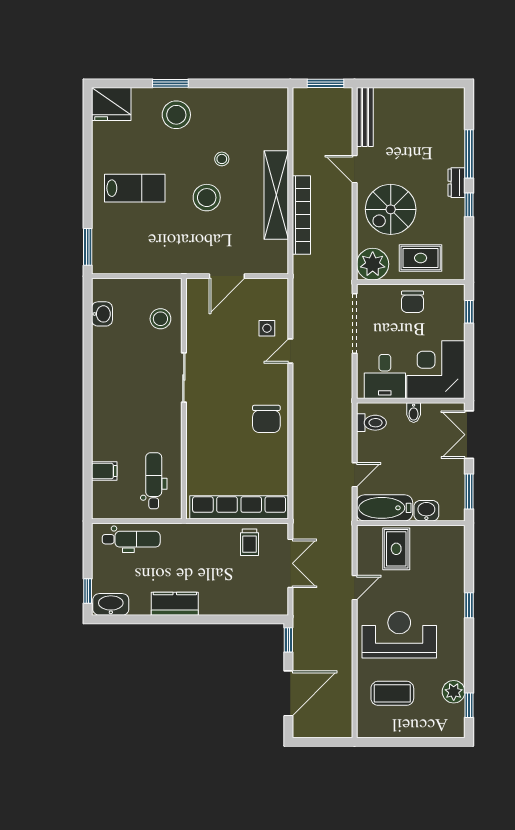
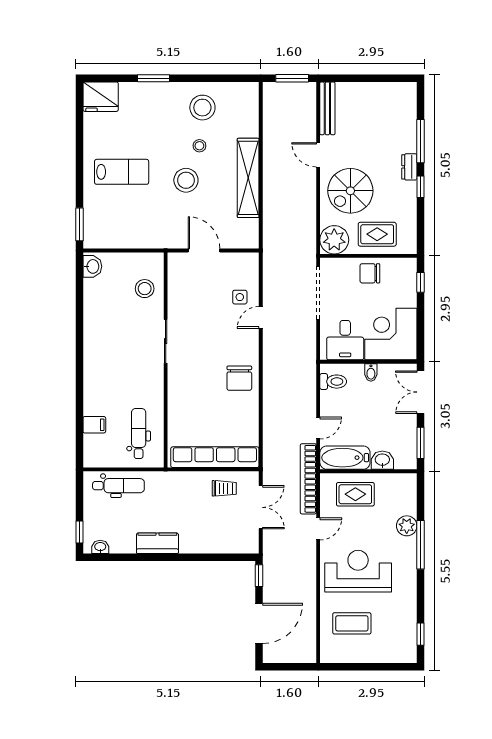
stool: (176, 115) -> (202, 108), moved
bookcase: (301, 215) -> (308, 479), moved, turned 180
door: (227, 276) -> (204, 251), swing flipped
chair: (412, 302) -> (370, 273), turned 90
washbasin: (102, 314) -> (92, 266), moved
trolley: (249, 542) -> (224, 488), turned -90
rug: (396, 549) -> (355, 494), turned 90
washbasin: (111, 604) -> (100, 547), width x0.52, depth x0.69
window: (469, 605) -> (420, 545), width x2.17
plant: (454, 692) -> (407, 526), moved

